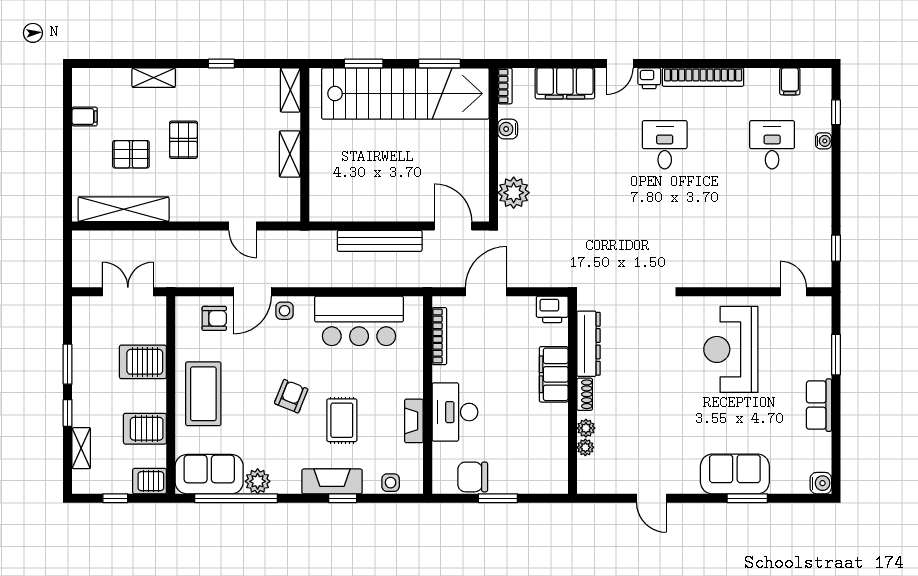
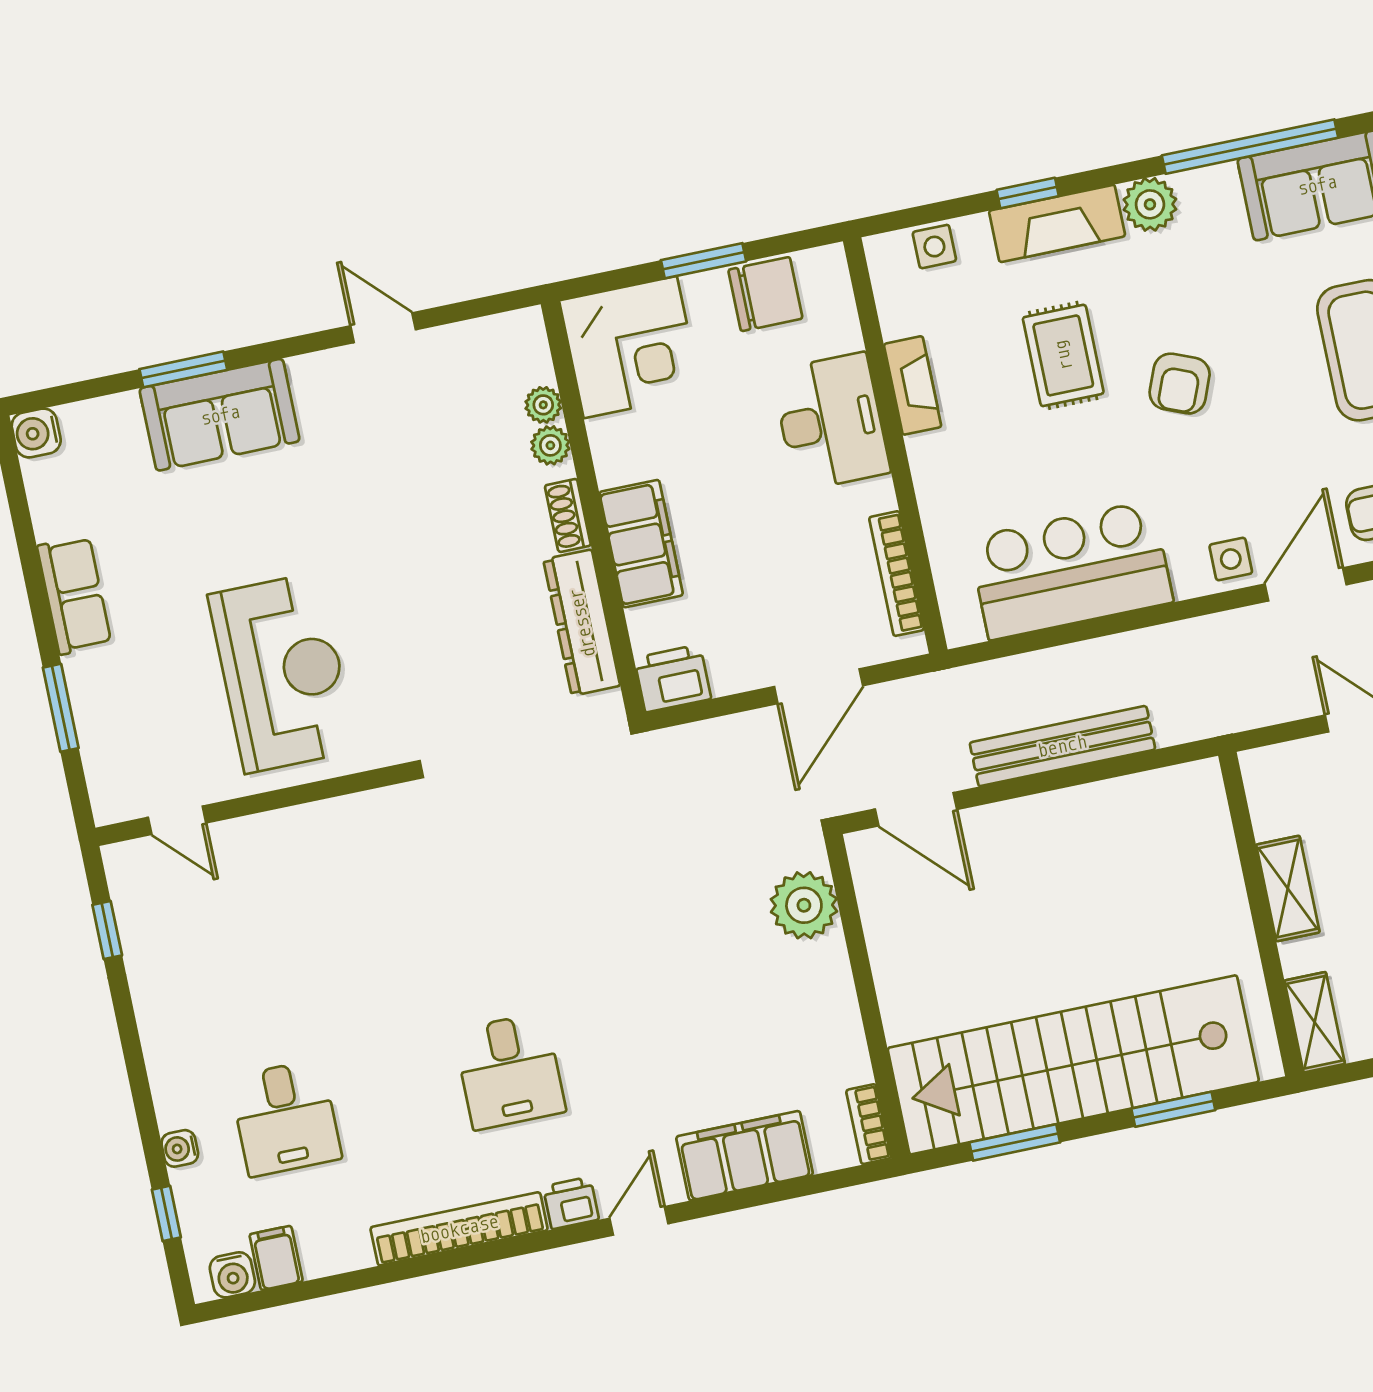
water cooler: (508, 129) -> (232, 1275), moved, turned 90
corner desk: (540, 466) -> (630, 347), added
plant: (258, 481) -> (1150, 204), moved

